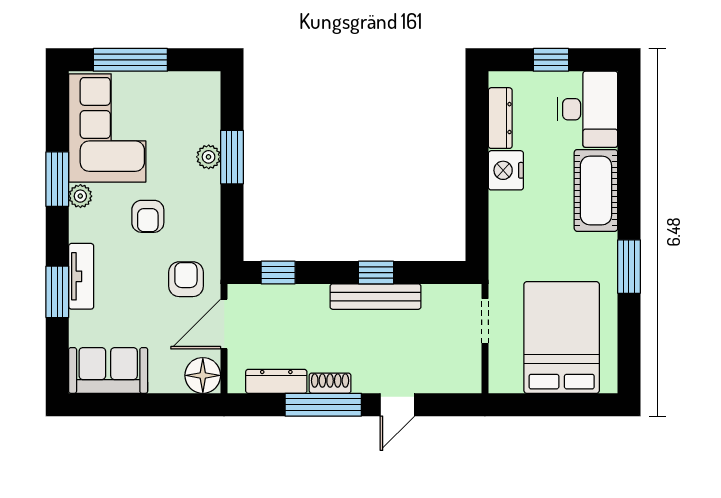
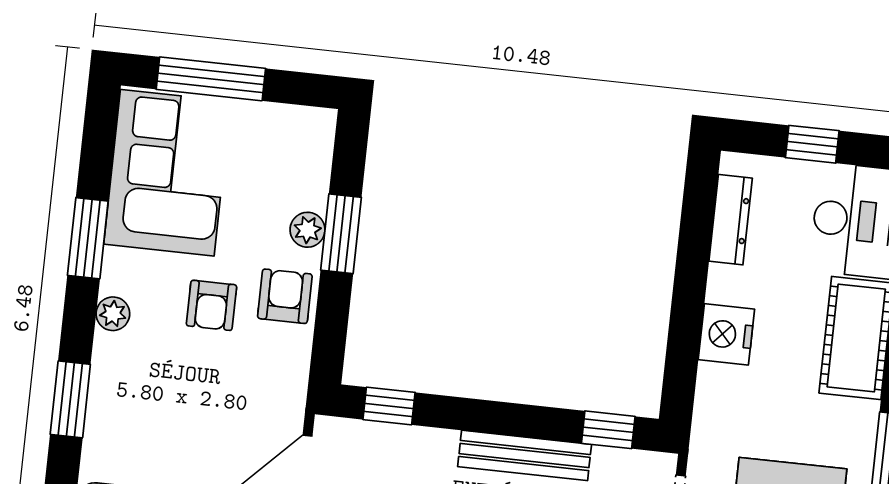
nightstand: (506, 170) -> (726, 334), moved
plant: (80, 196) -> (113, 314), moved
window: (376, 273) -> (608, 430), moved
tv unit: (81, 276) -> (107, 381), removed
armchair: (186, 279) -> (285, 296), moved

